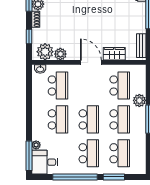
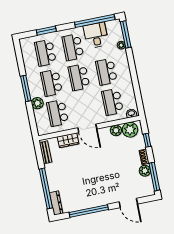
desk: (45, 162) -> (96, 35), moved, turned -90
window: (75, 177) -> (95, 21), moved

